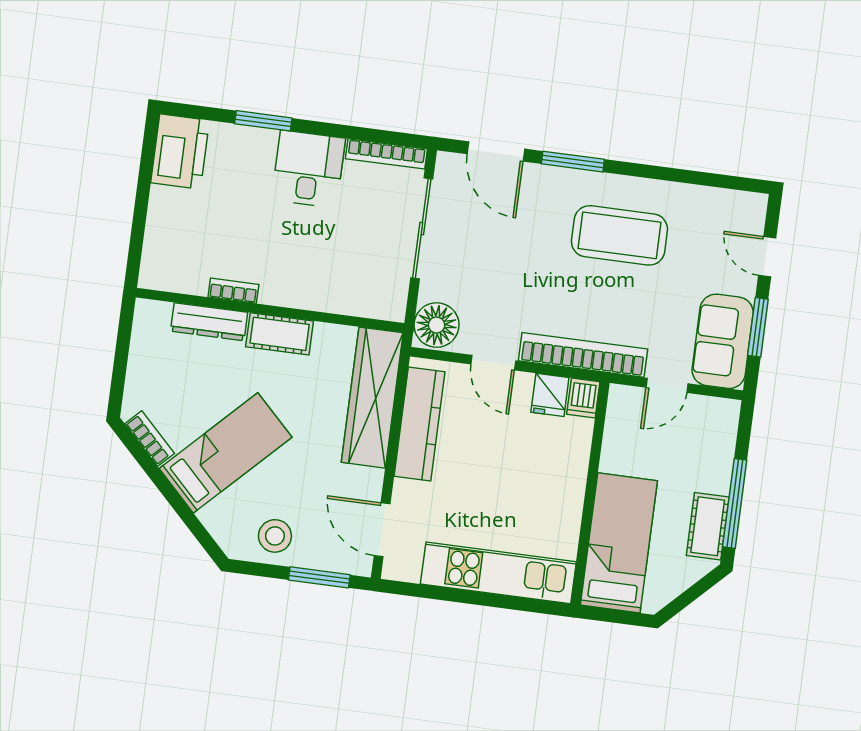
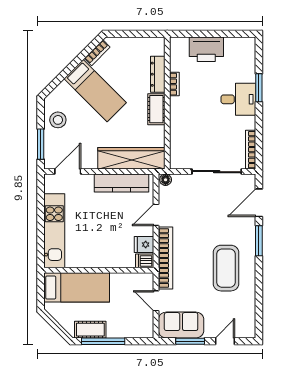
printer: (180, 152) -> (206, 49), moved
desk: (308, 169) -> (238, 99), moved
floor lamp: (437, 325) -> (166, 180), width x0.53, depth x0.53

